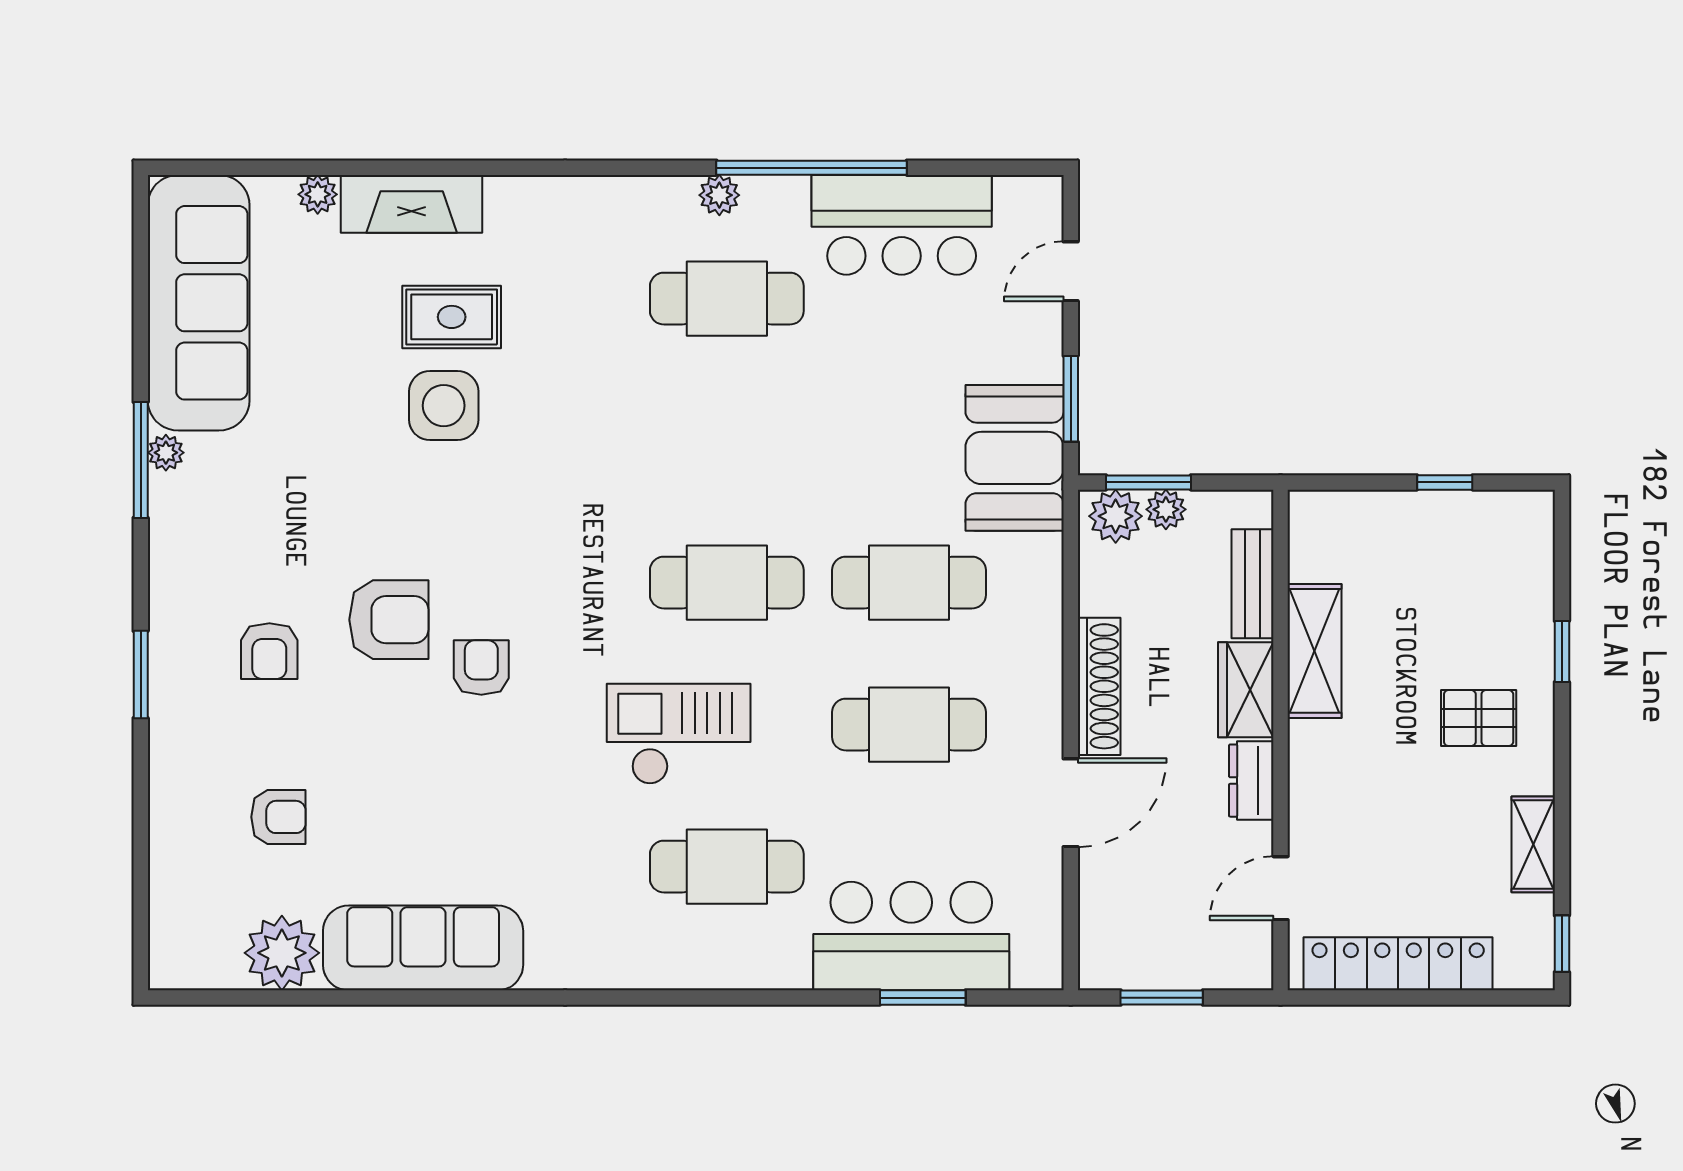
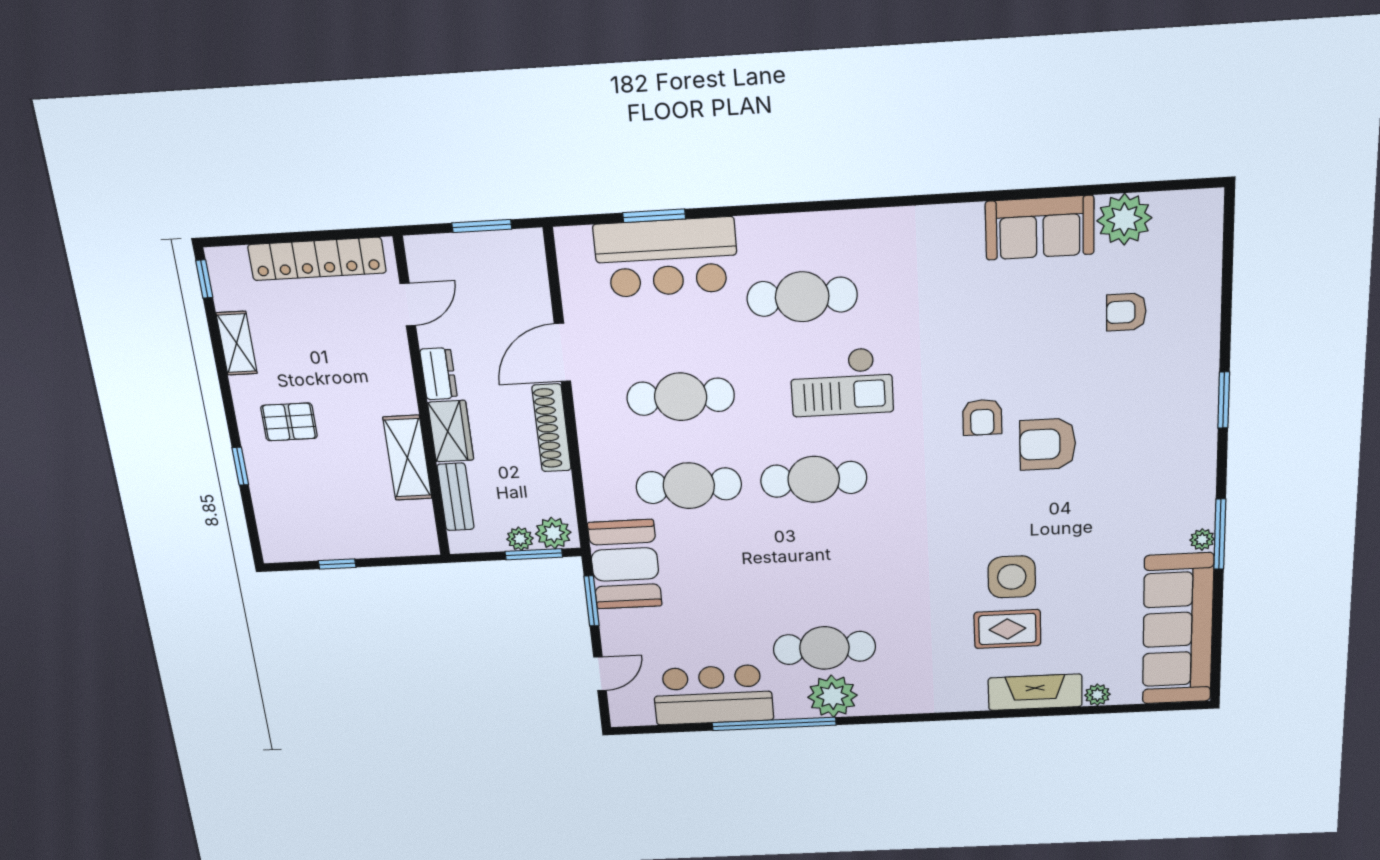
plant: (719, 195) -> (832, 696), width x1.88, depth x1.88
armchair: (269, 651) -> (1132, 420), removed
sofa: (423, 948) -> (1040, 228), width x0.73

